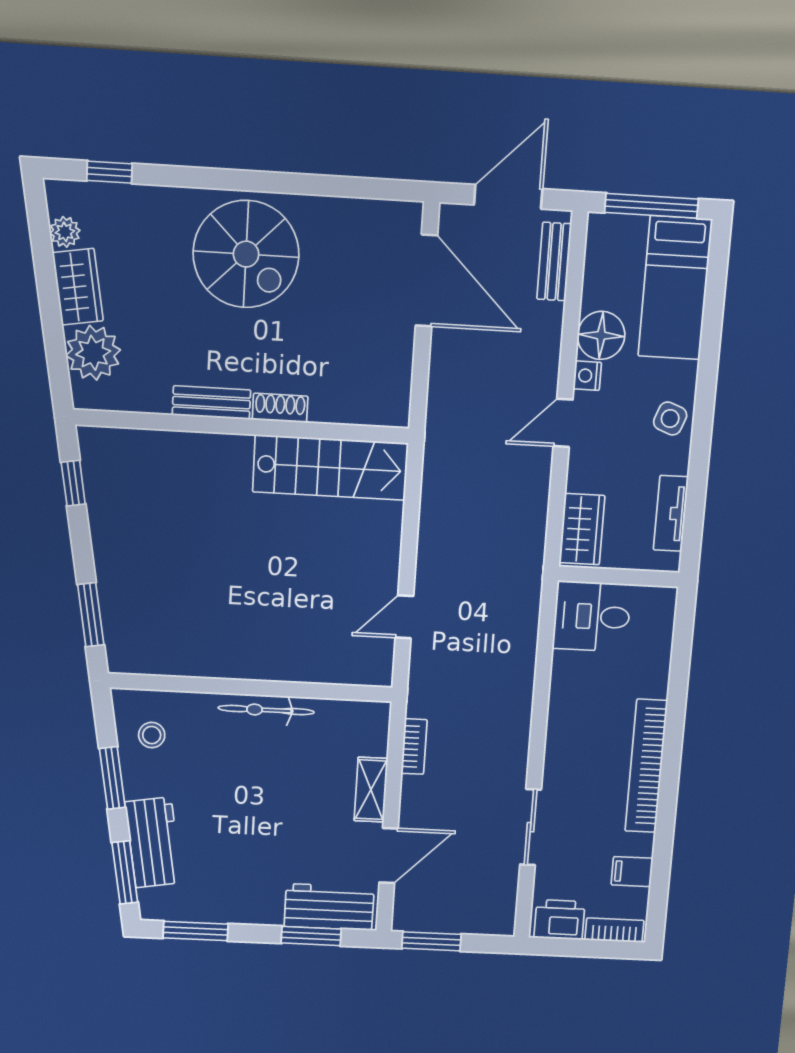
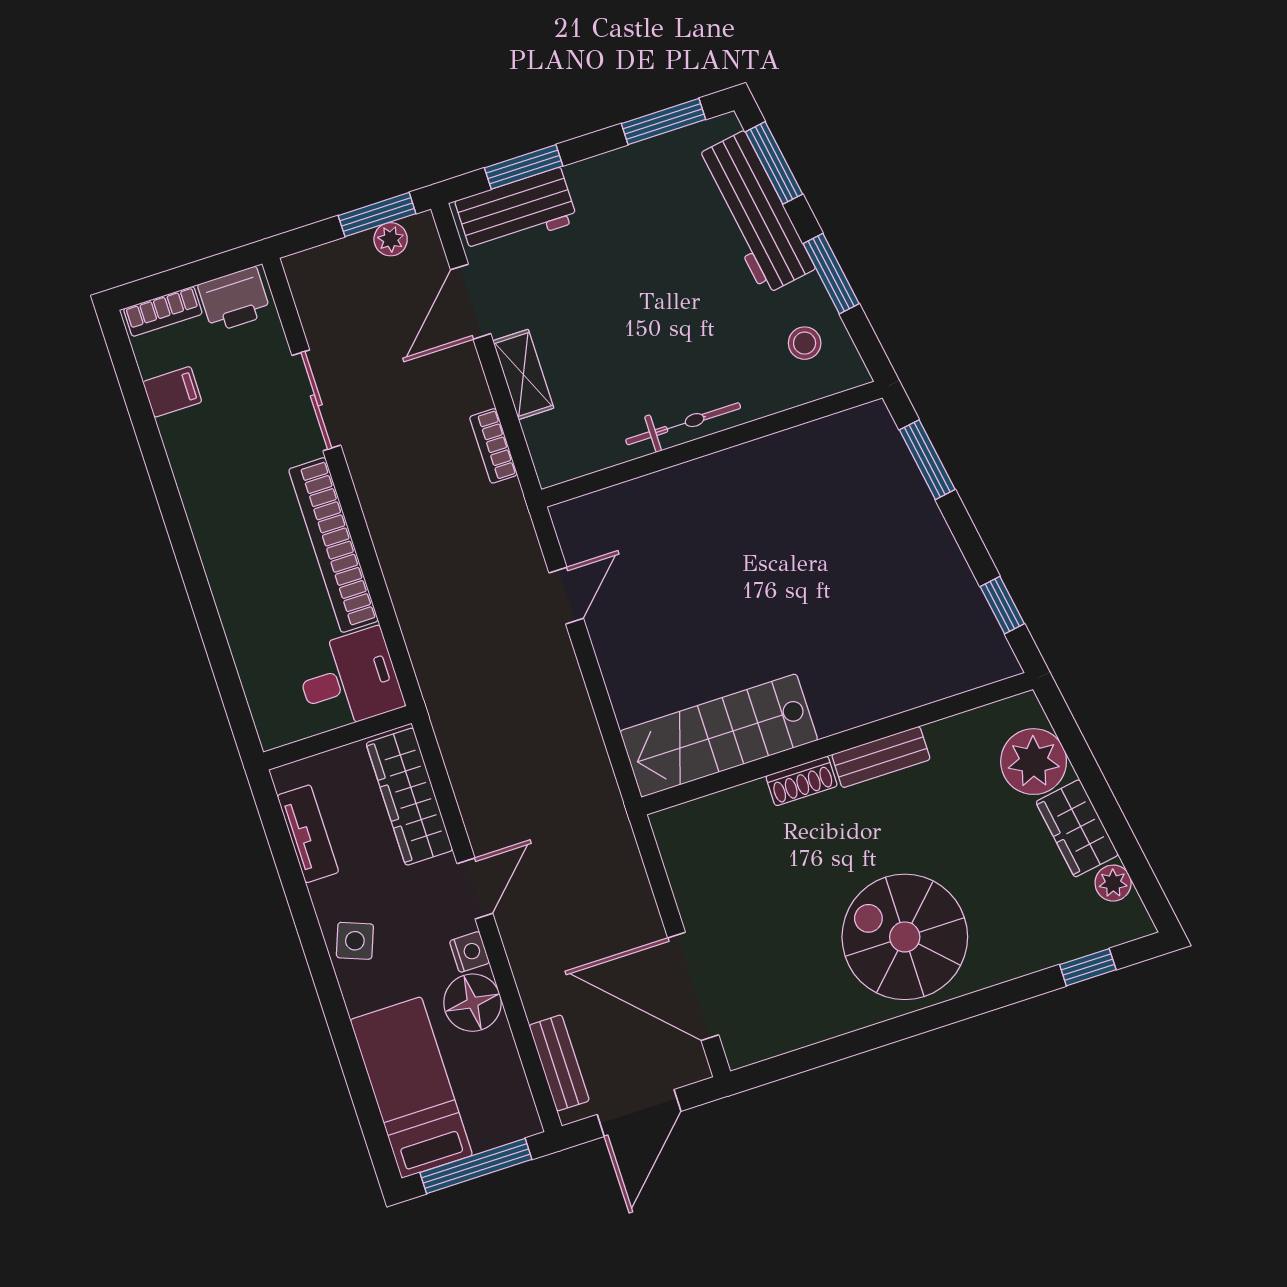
wardrobe: (582, 529) -> (409, 797), width x1.50
bookcase: (646, 766) -> (333, 545), moved, turned 180
workbench: (153, 842) -> (754, 213), width x1.38
plant: (429, 921) -> (391, 239), added

